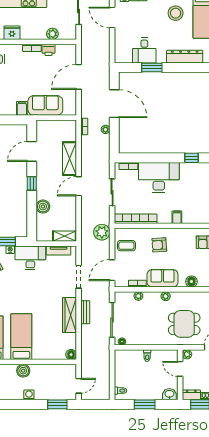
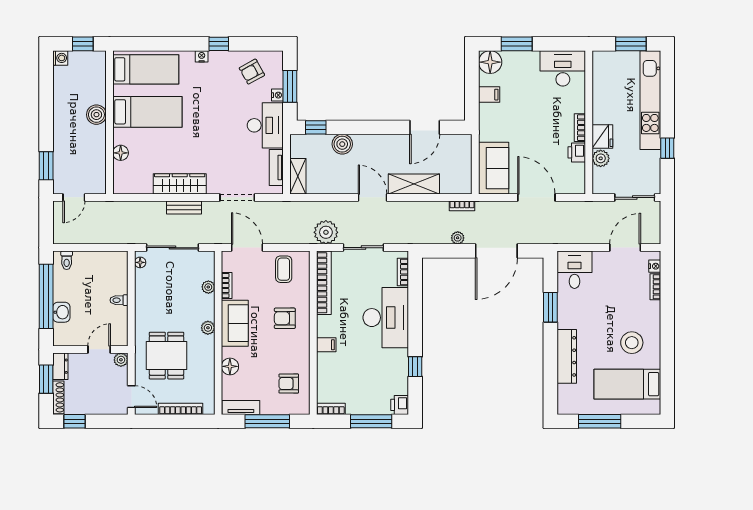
fridge: (12, 33) -> (602, 137), moved
desk: (144, 50) -> (574, 270), moved, turned 90
sofa: (45, 105) -> (494, 168), moved
filing cabinet: (22, 108) -> (489, 95), moved
door: (32, 151) -> (425, 127), swing flipped
window: (32, 183) -> (316, 127), moved
plant: (102, 232) -> (326, 232), moved
armchair: (159, 245) -> (285, 318), turned -86
floor lamp: (71, 355) -> (121, 153), moved
door: (79, 386) -> (74, 197), hinge flipped
washbasin: (169, 394) -> (61, 312), moved
washing machine: (29, 395) -> (60, 123), removed
window: (145, 404) -> (46, 296), width x2.11

